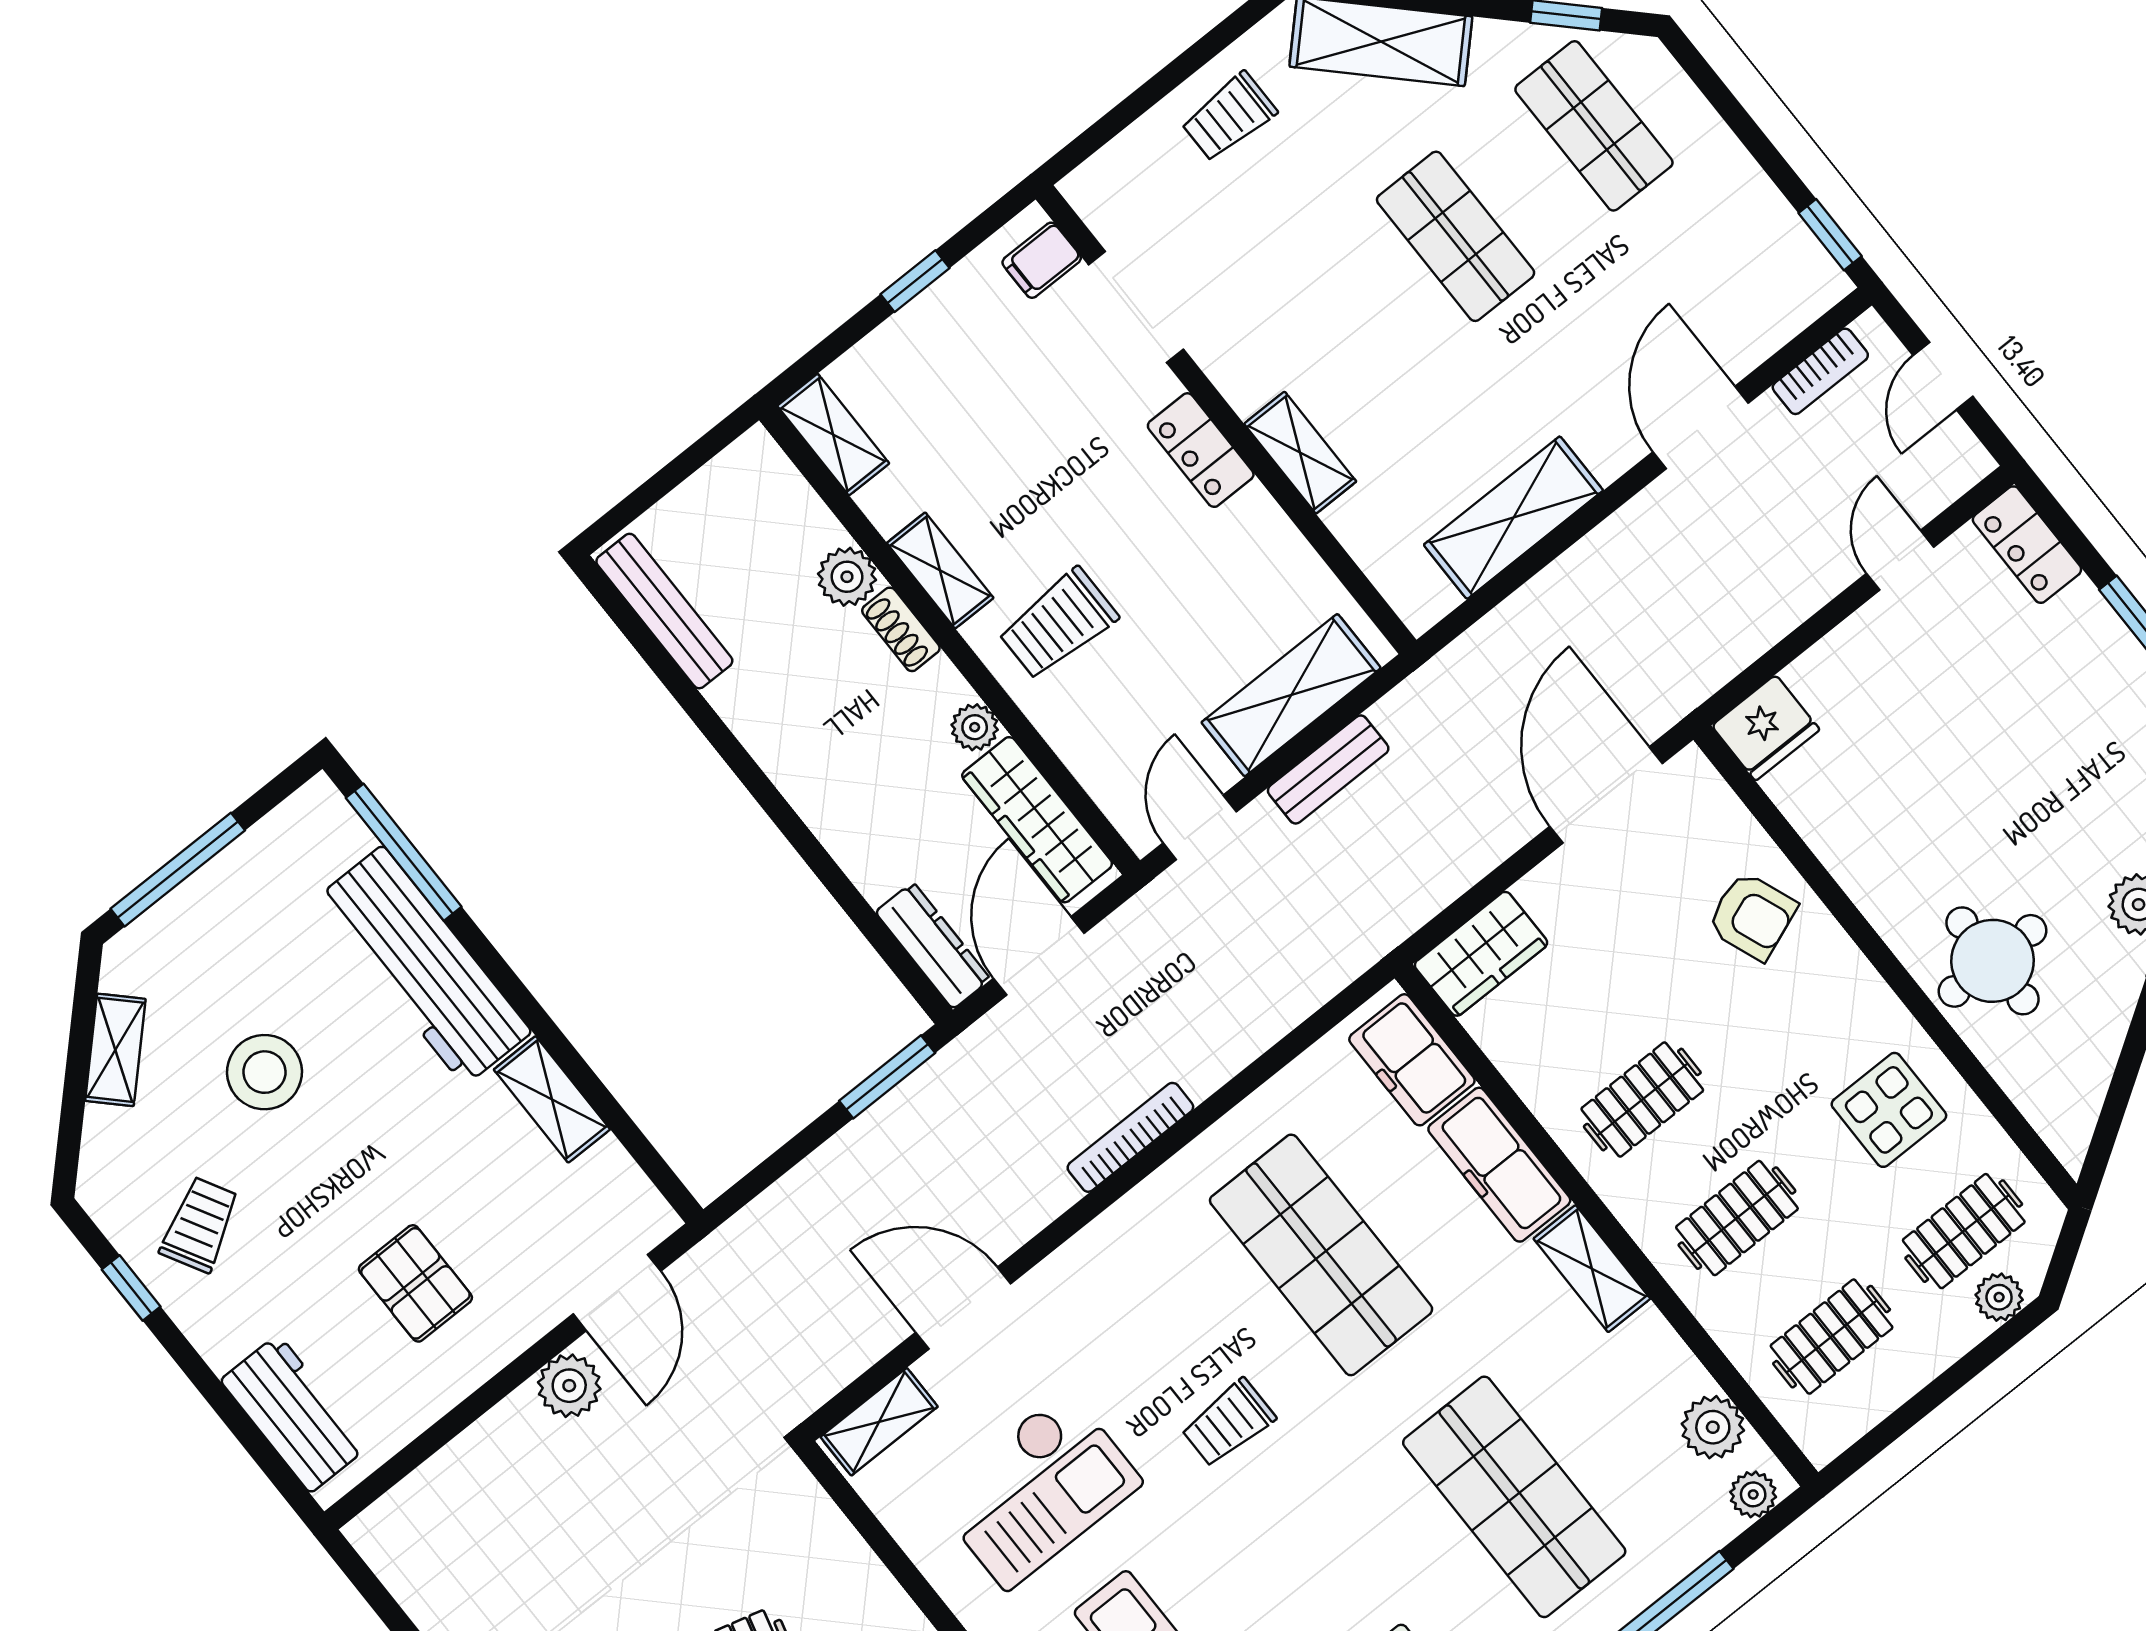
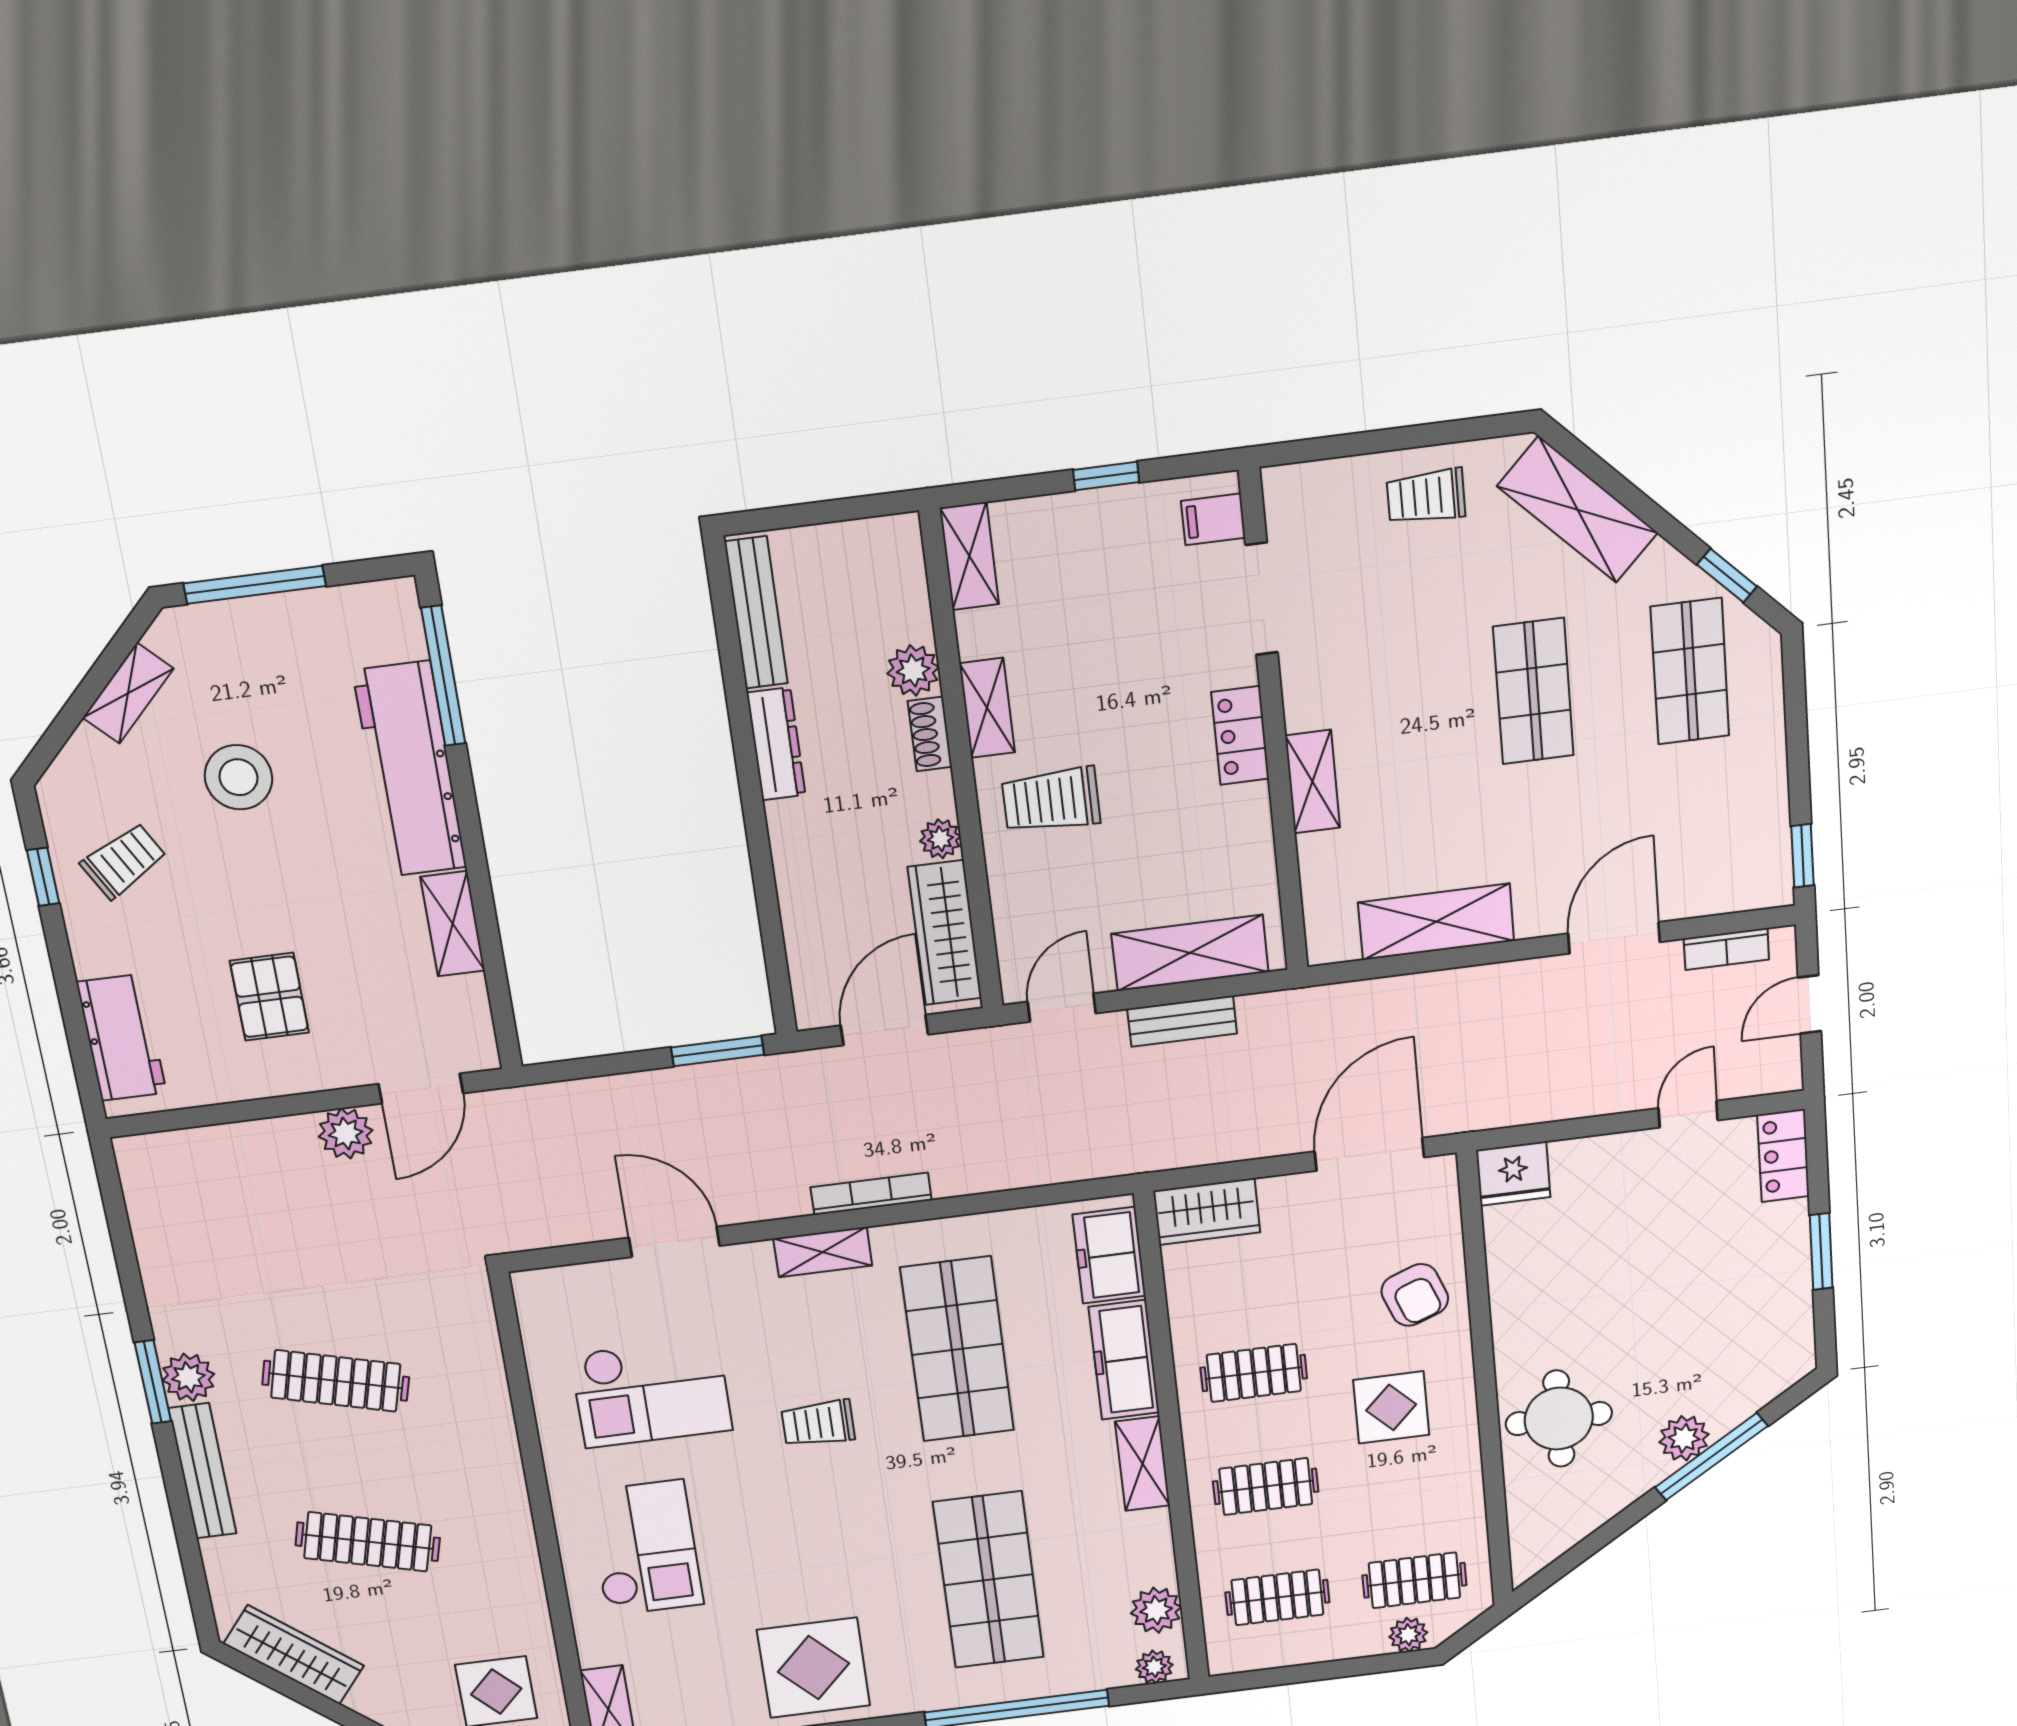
dresser: (933, 946) -> (776, 744), moved
display table: (1889, 1110) -> (1391, 1407), moved
shelving: (879, 1422) -> (823, 1252), moved

